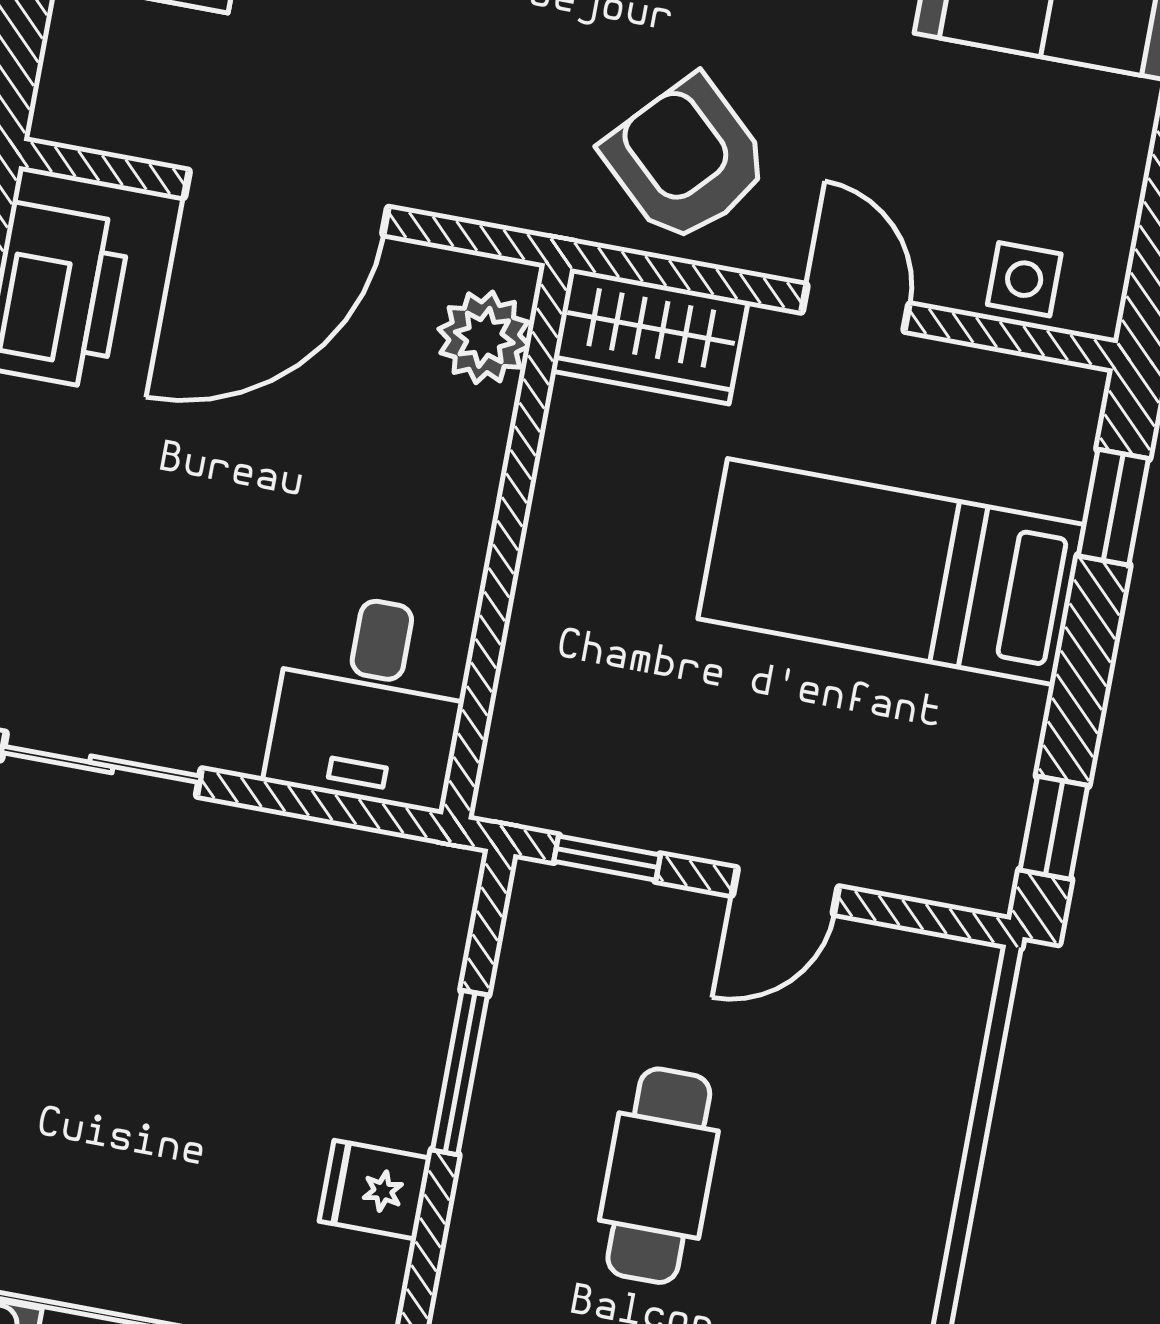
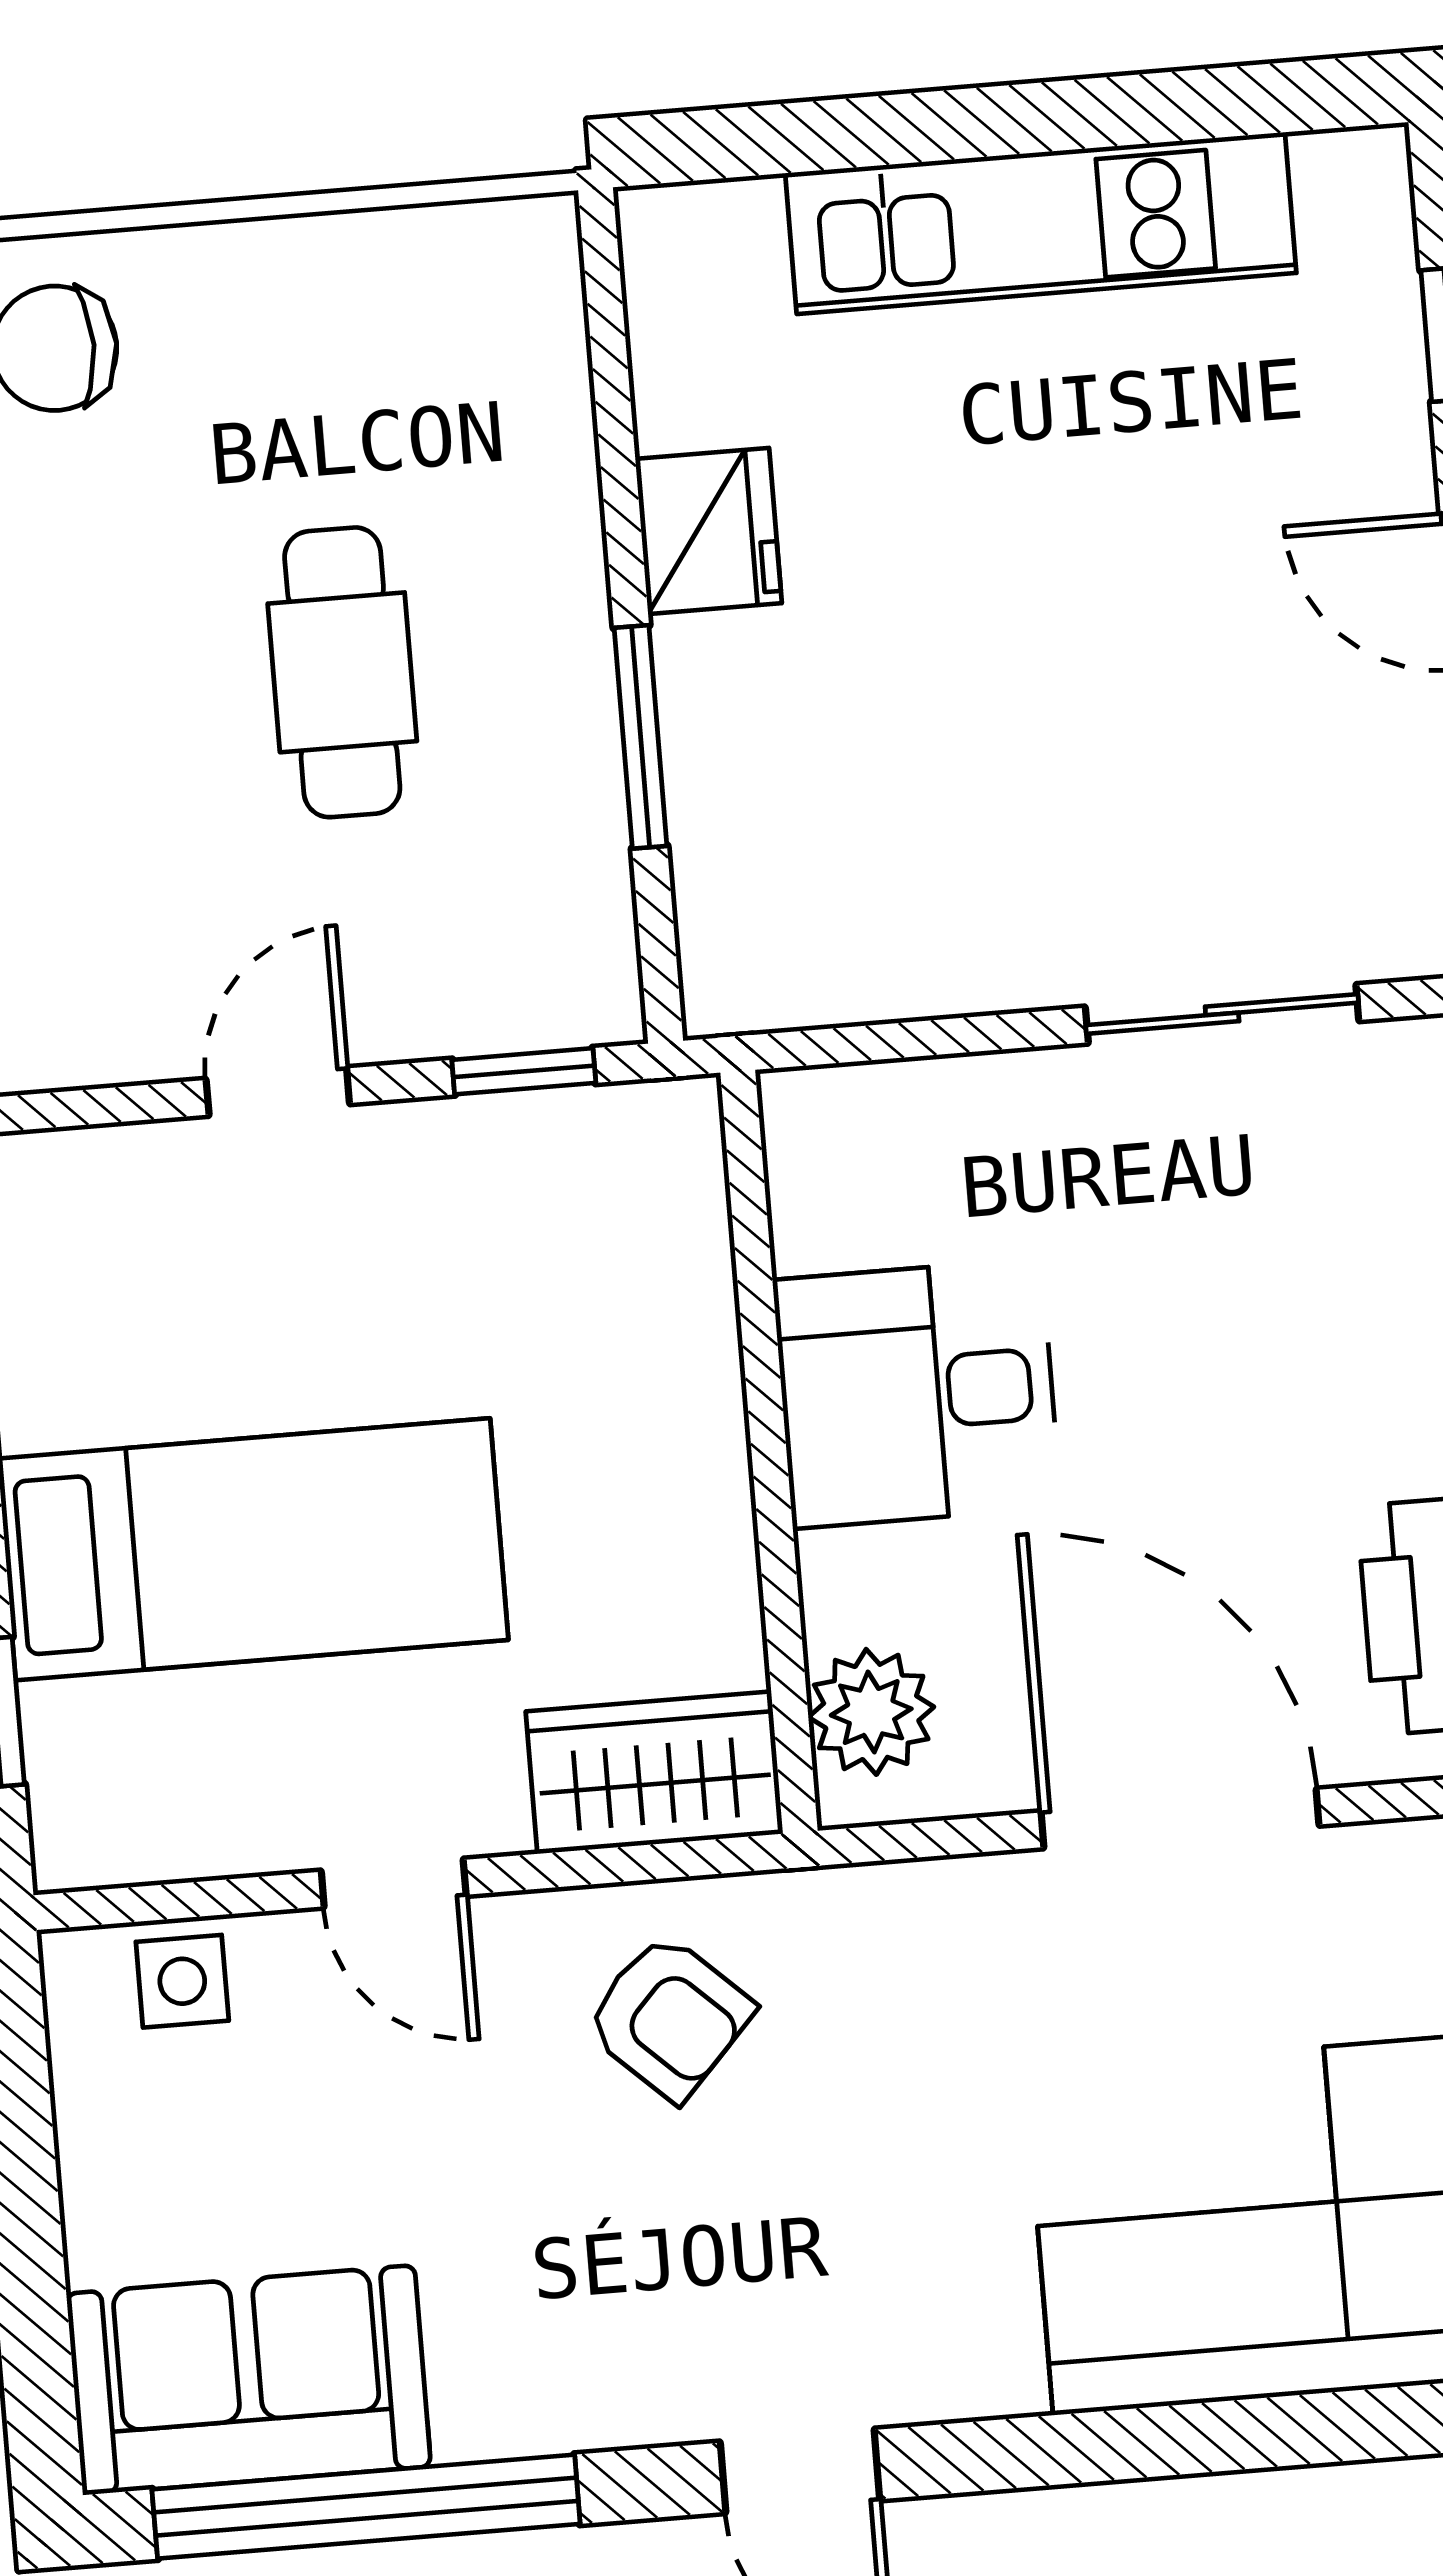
armchair: (686, 160) -> (669, 2017), width x0.72, depth x0.72
door: (286, 202) -> (1180, 1819), hinge flipped
desk: (371, 701) -> (917, 1393), moved, turned -90
fridge: (375, 1190) -> (708, 531), width x1.38

